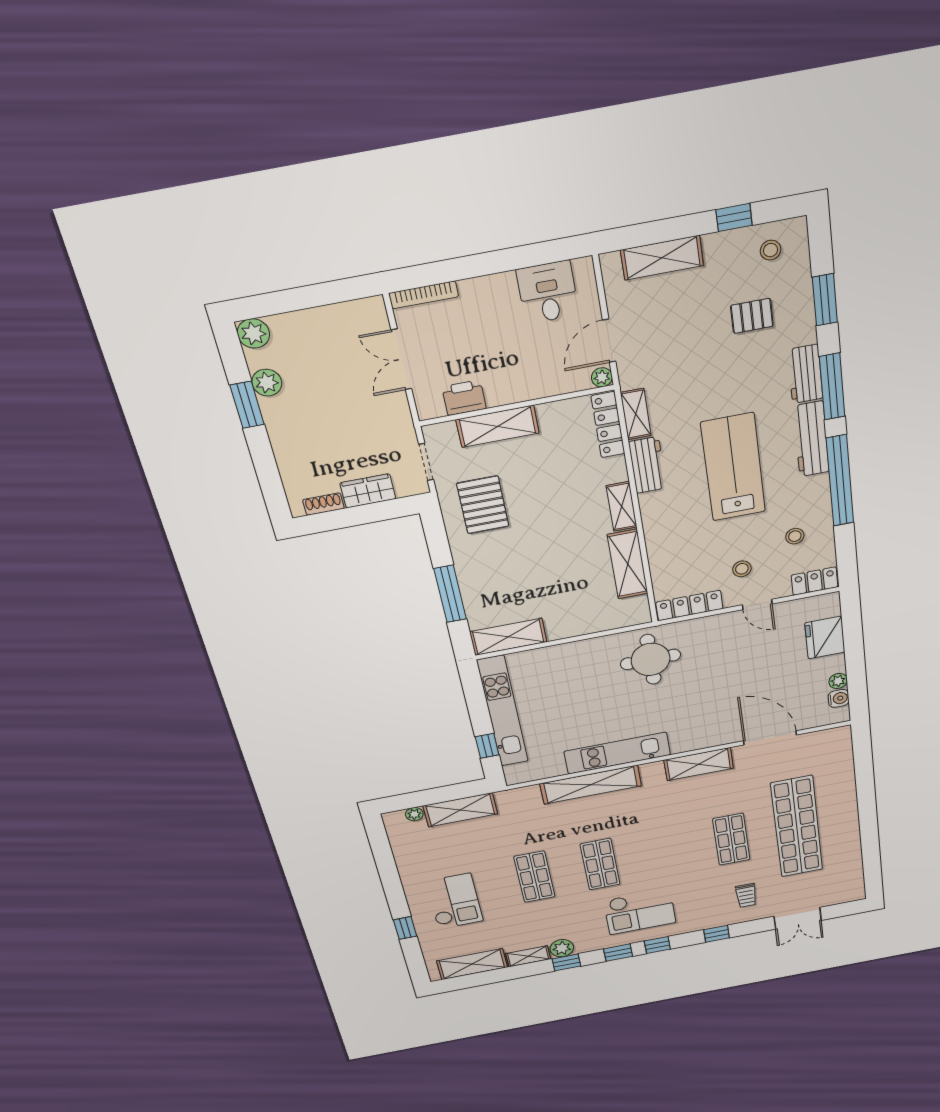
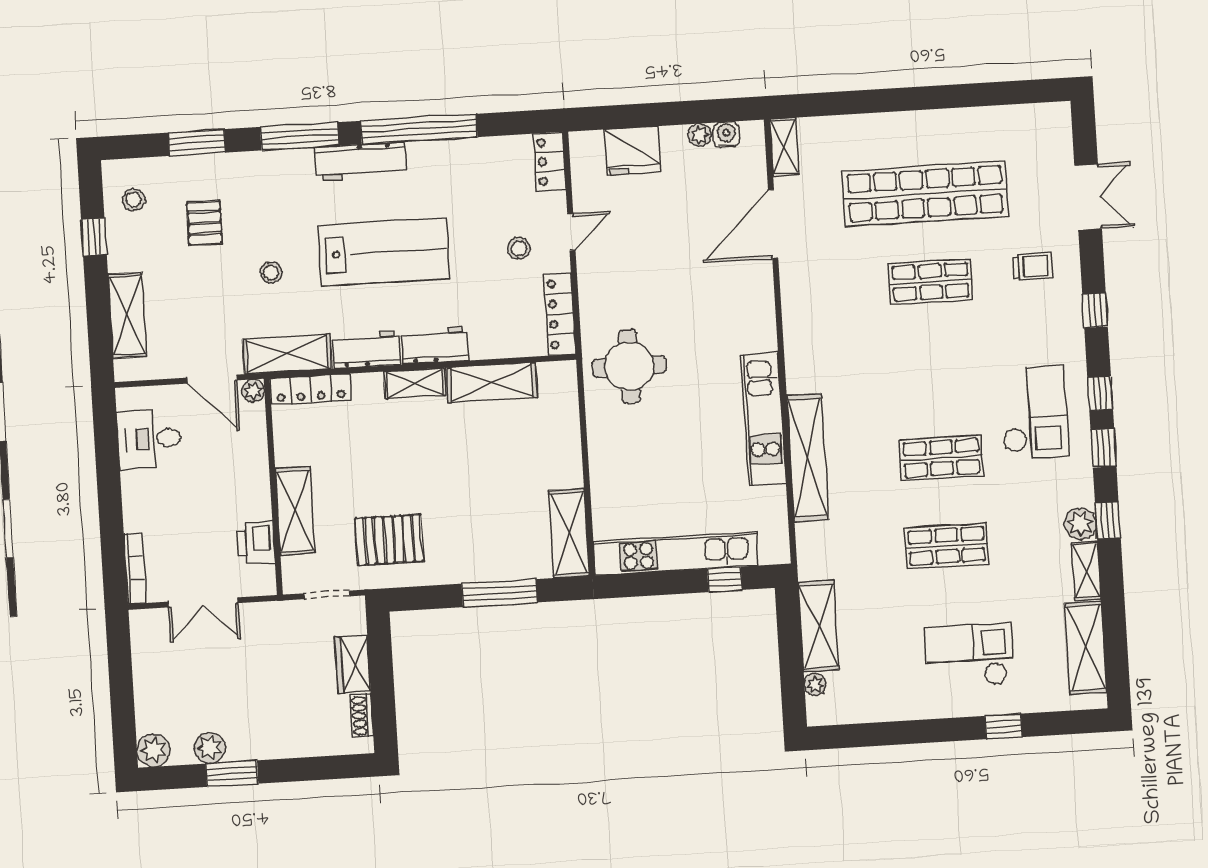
workbench: (805, 374) -> (435, 345), moved, turned 180
shelving: (636, 414) -> (287, 354), width x1.50, depth x1.33
lab bench: (733, 467) -> (384, 252), turned 180
stool: (795, 536) -> (271, 272), moved
shelving: (699, 764) -> (784, 147), moved, width x0.67, depth x0.75

